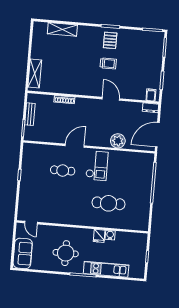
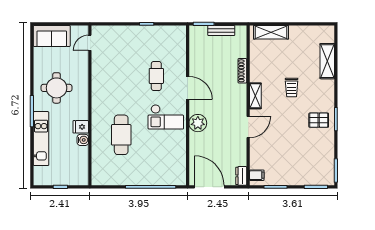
trolley: (108, 63) -> (292, 88), moved
shelving: (86, 91) -> (255, 96), added
plant: (118, 141) -> (198, 123), moved

